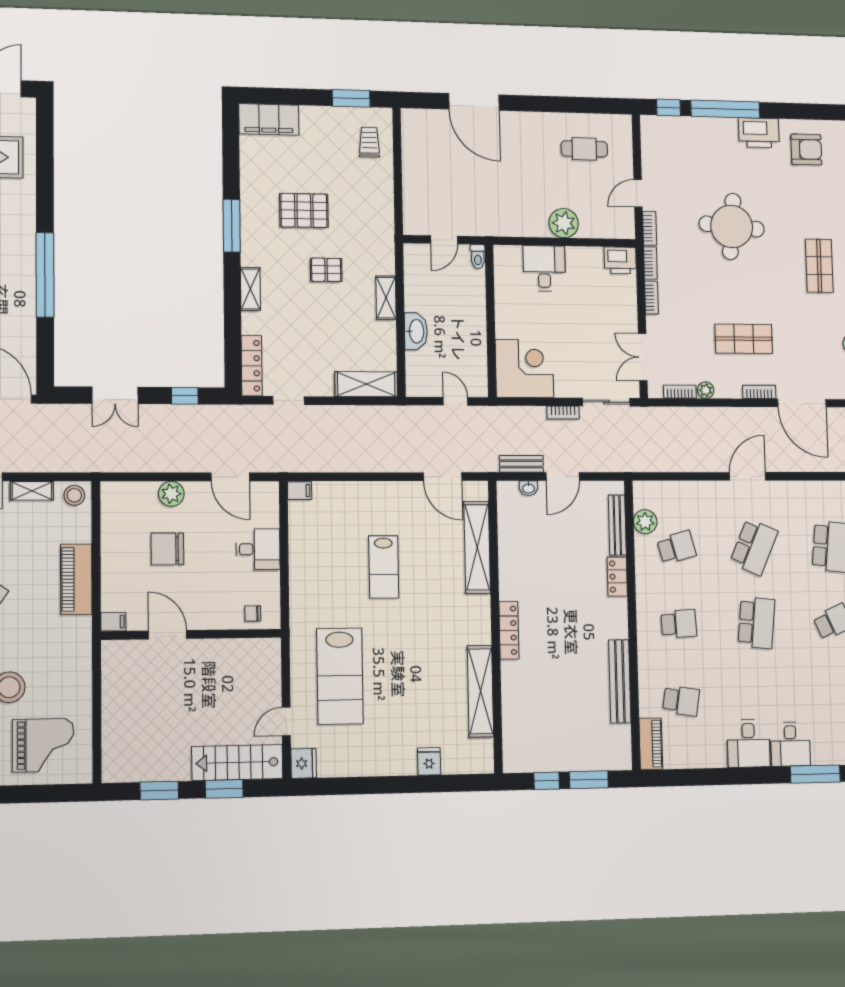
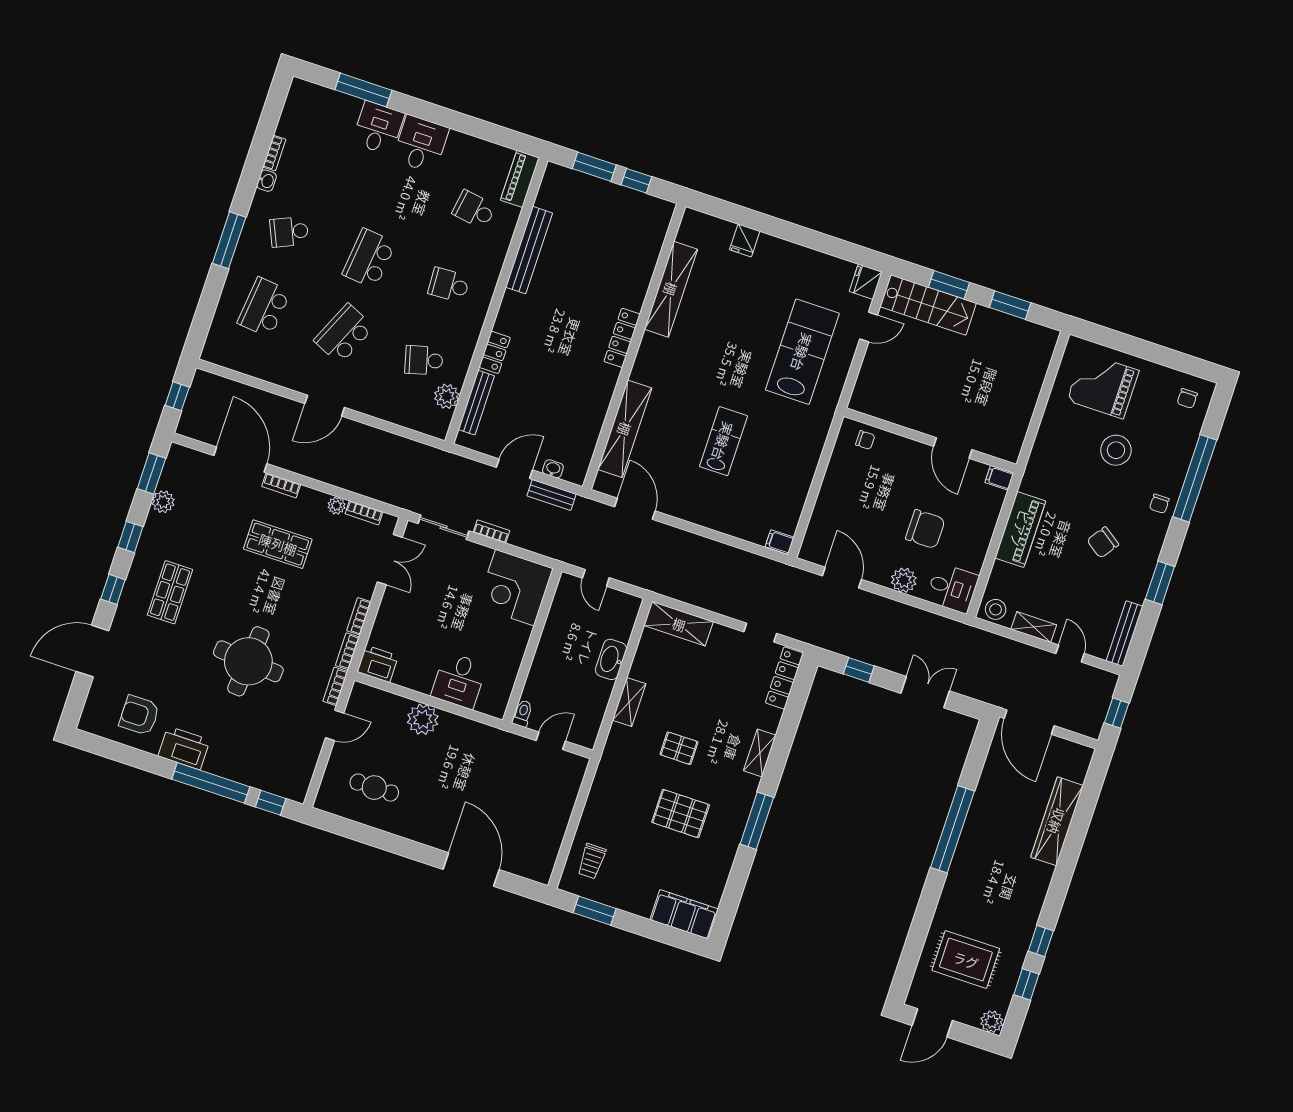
desk: (258, 549) -> (952, 588), moved, turned 180

